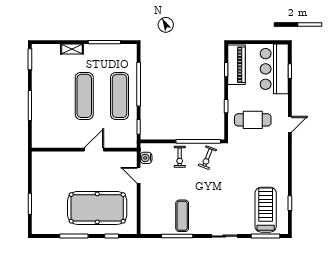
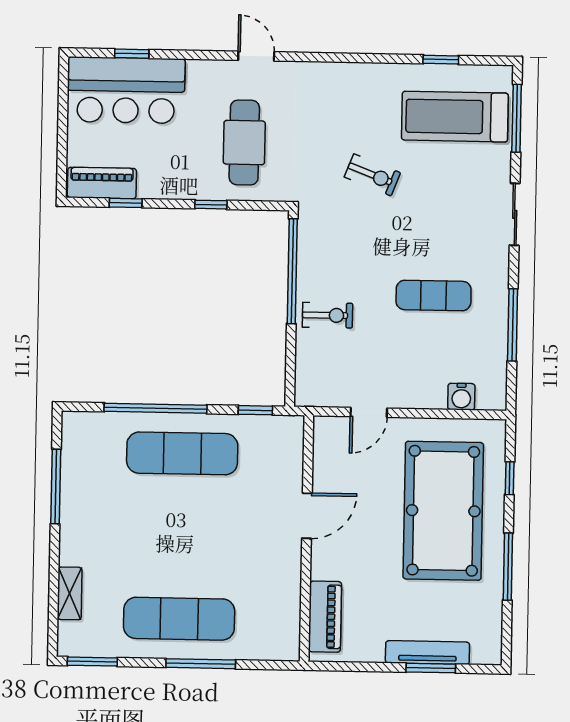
shelving: (72, 49) -> (70, 593), moved
piano: (236, 65) -> (102, 183), width x0.73, depth x0.75
exercise mat: (84, 96) -> (179, 619), moved
door: (94, 150) -> (307, 516), swing flipped
piano: (51, 158) -> (325, 617), added
water cooler: (146, 158) -> (461, 397), moved
exercise bike: (207, 158) -> (372, 175), moved
tv unit: (36, 202) -> (427, 653), added
exercise mat: (182, 216) -> (434, 295), moved

